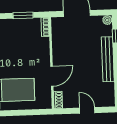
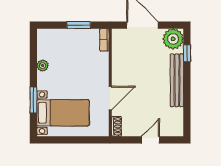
plant: (107, 20) -> (173, 39), width x1.88, depth x1.88
door: (87, 110) -> (151, 140), hinge flipped

